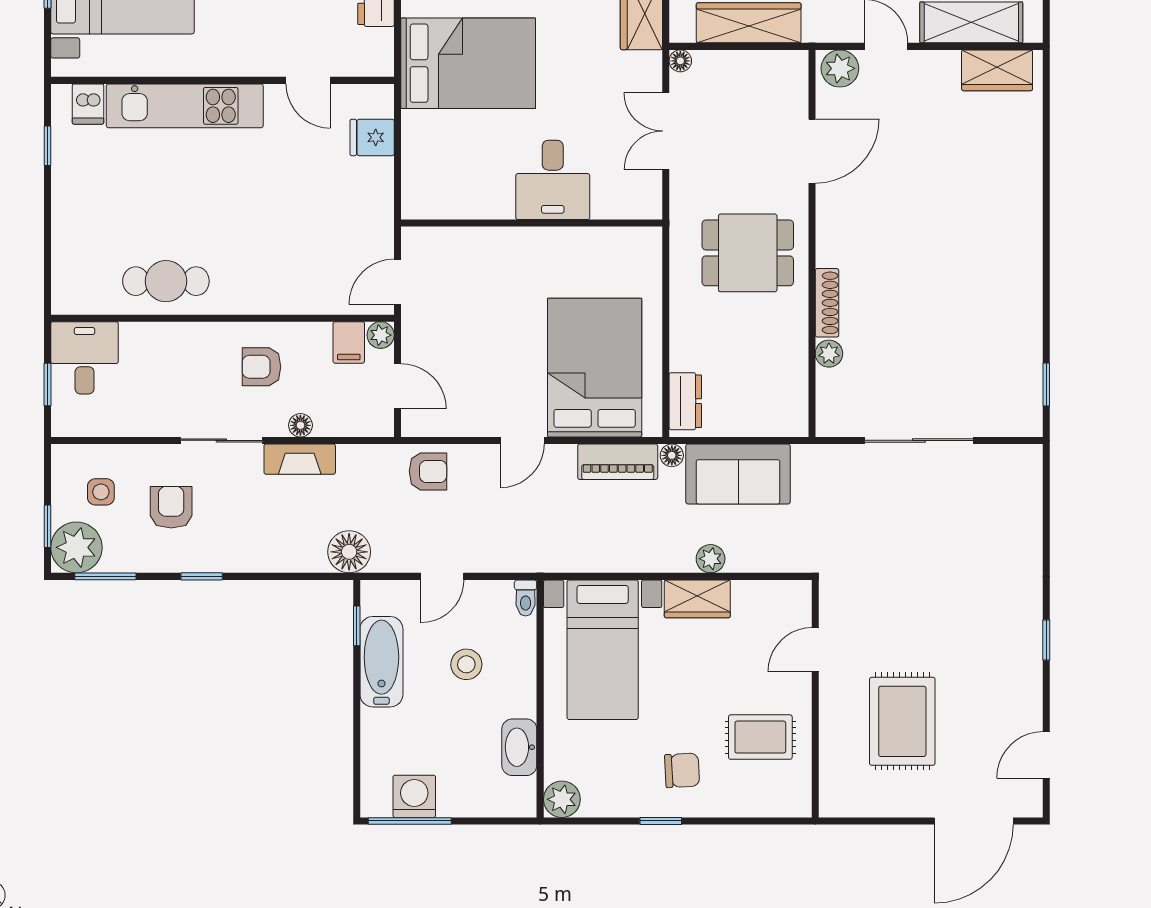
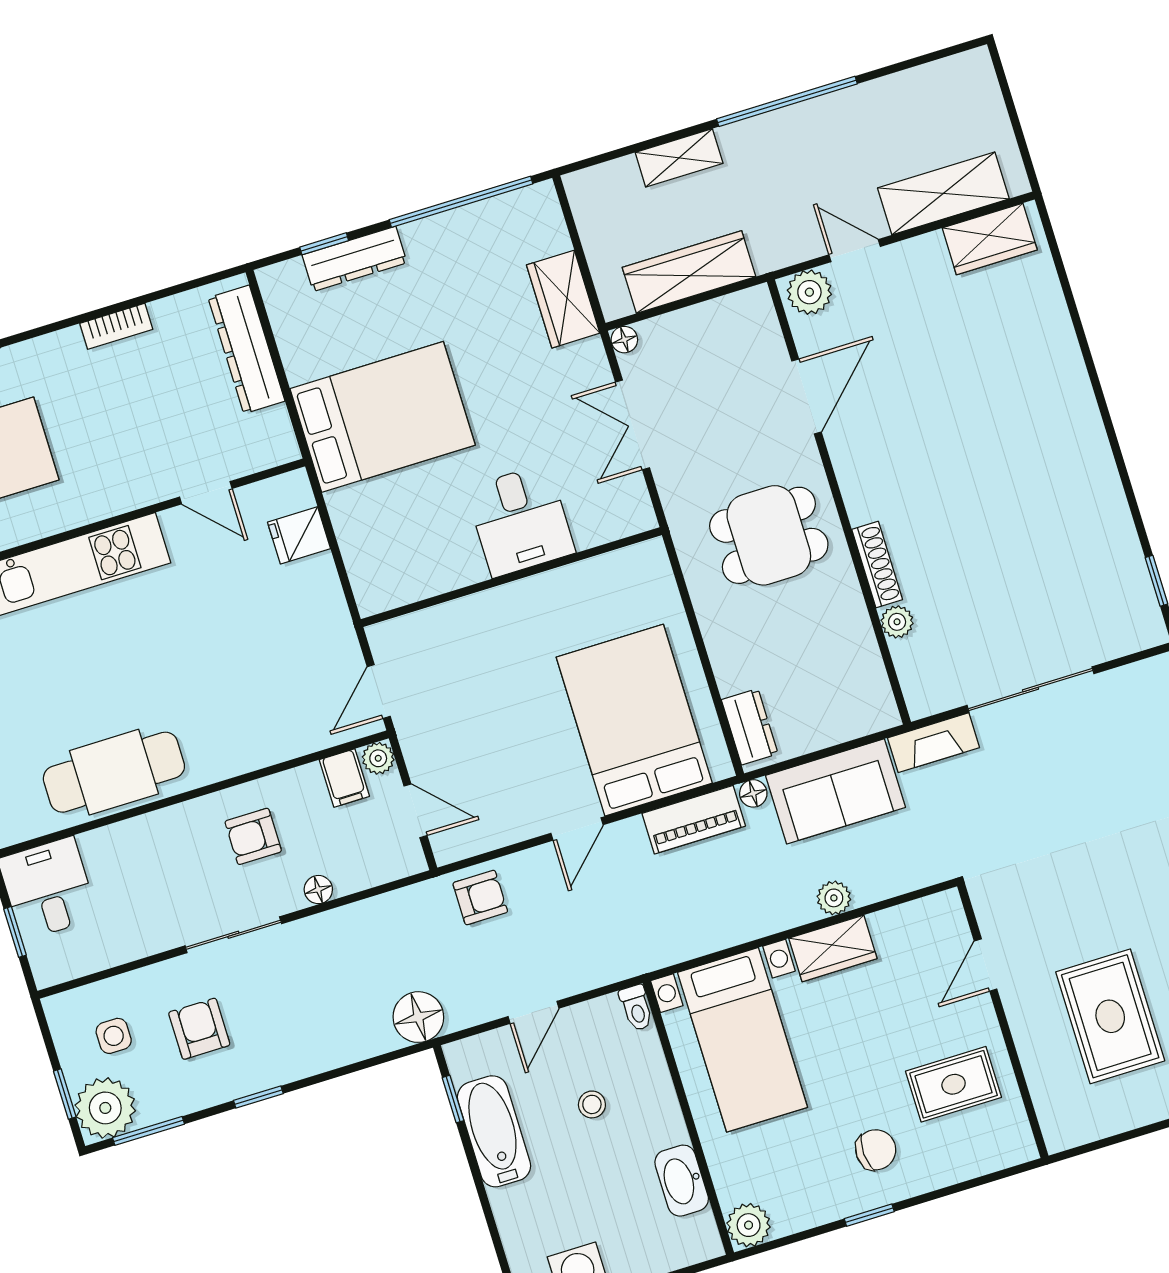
cafe table: (166, 281) -> (114, 772), width x1.37, depth x1.35
fireplace: (300, 459) -> (934, 743), moved
stool: (466, 664) -> (592, 1104), width x0.73, depth x0.73

